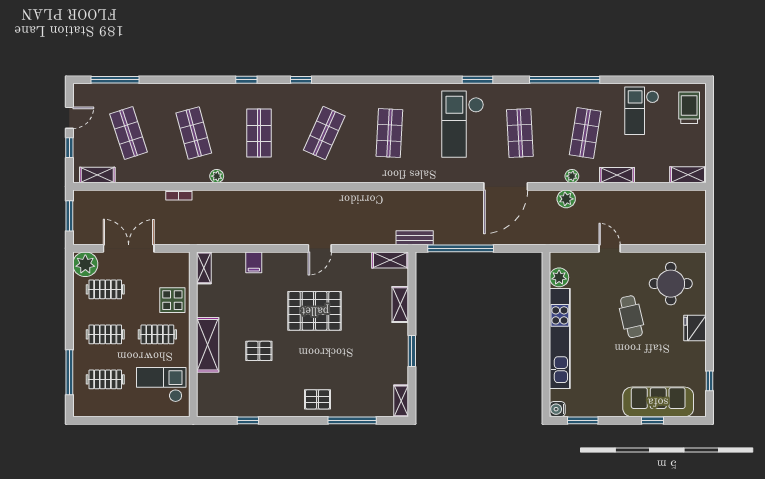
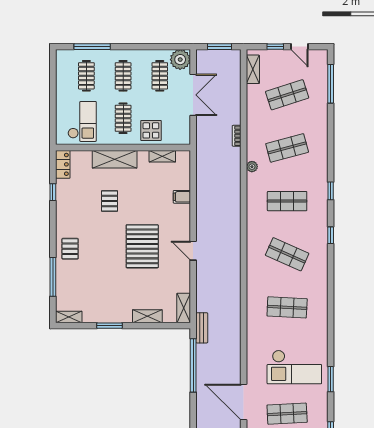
checkout: (463, 124) -> (294, 367), turned 180
shelving: (204, 268) -> (162, 156), moved
locker: (214, 408) -> (63, 164), added

